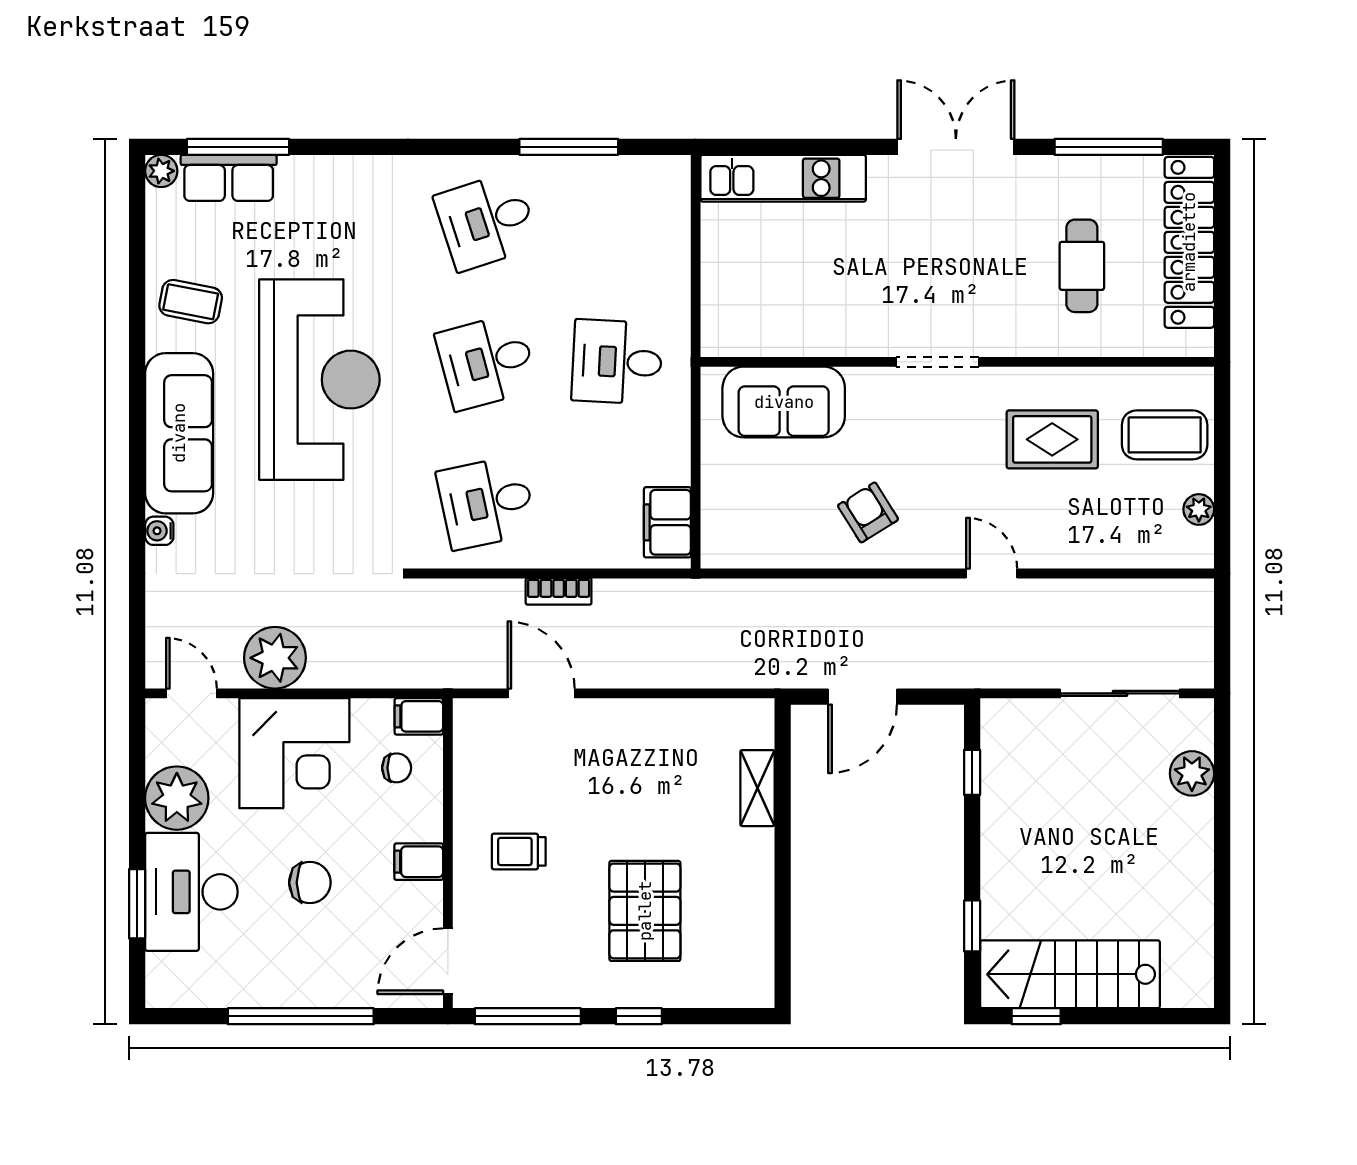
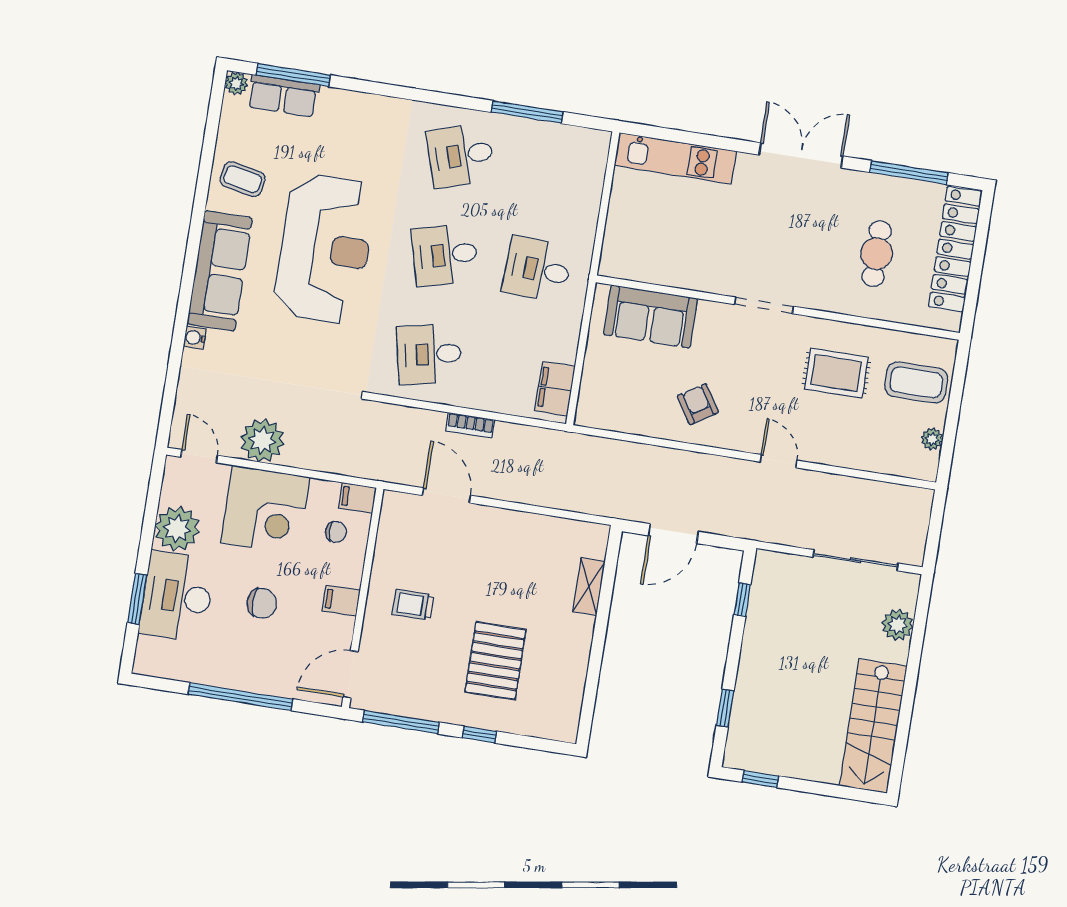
stairs: (1070, 974) -> (873, 726), moved, turned -90

